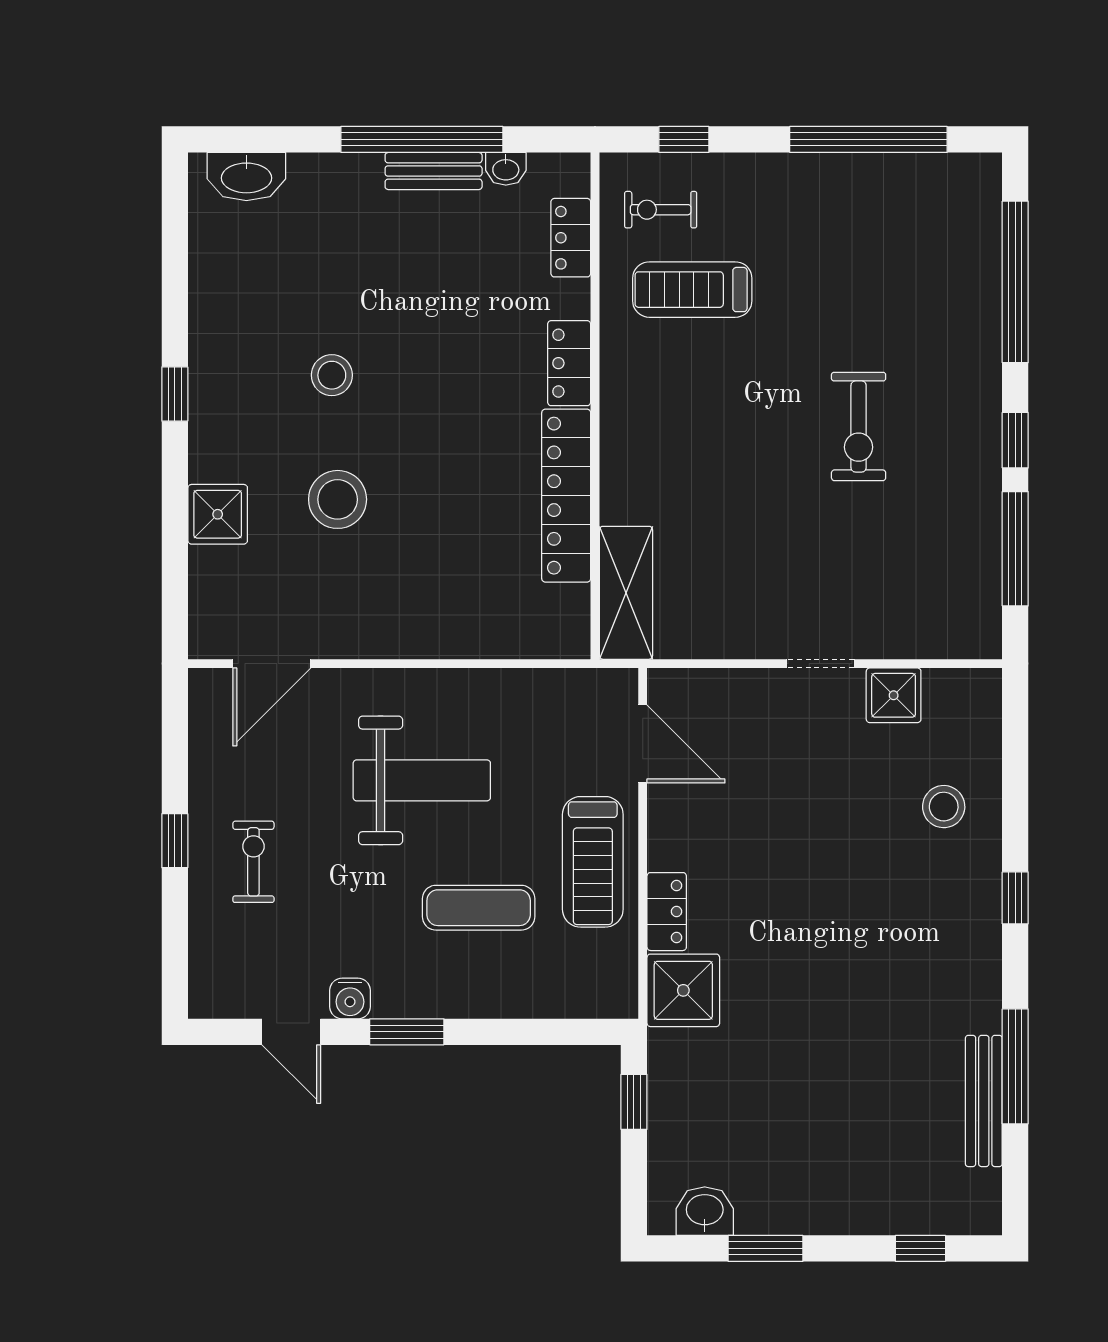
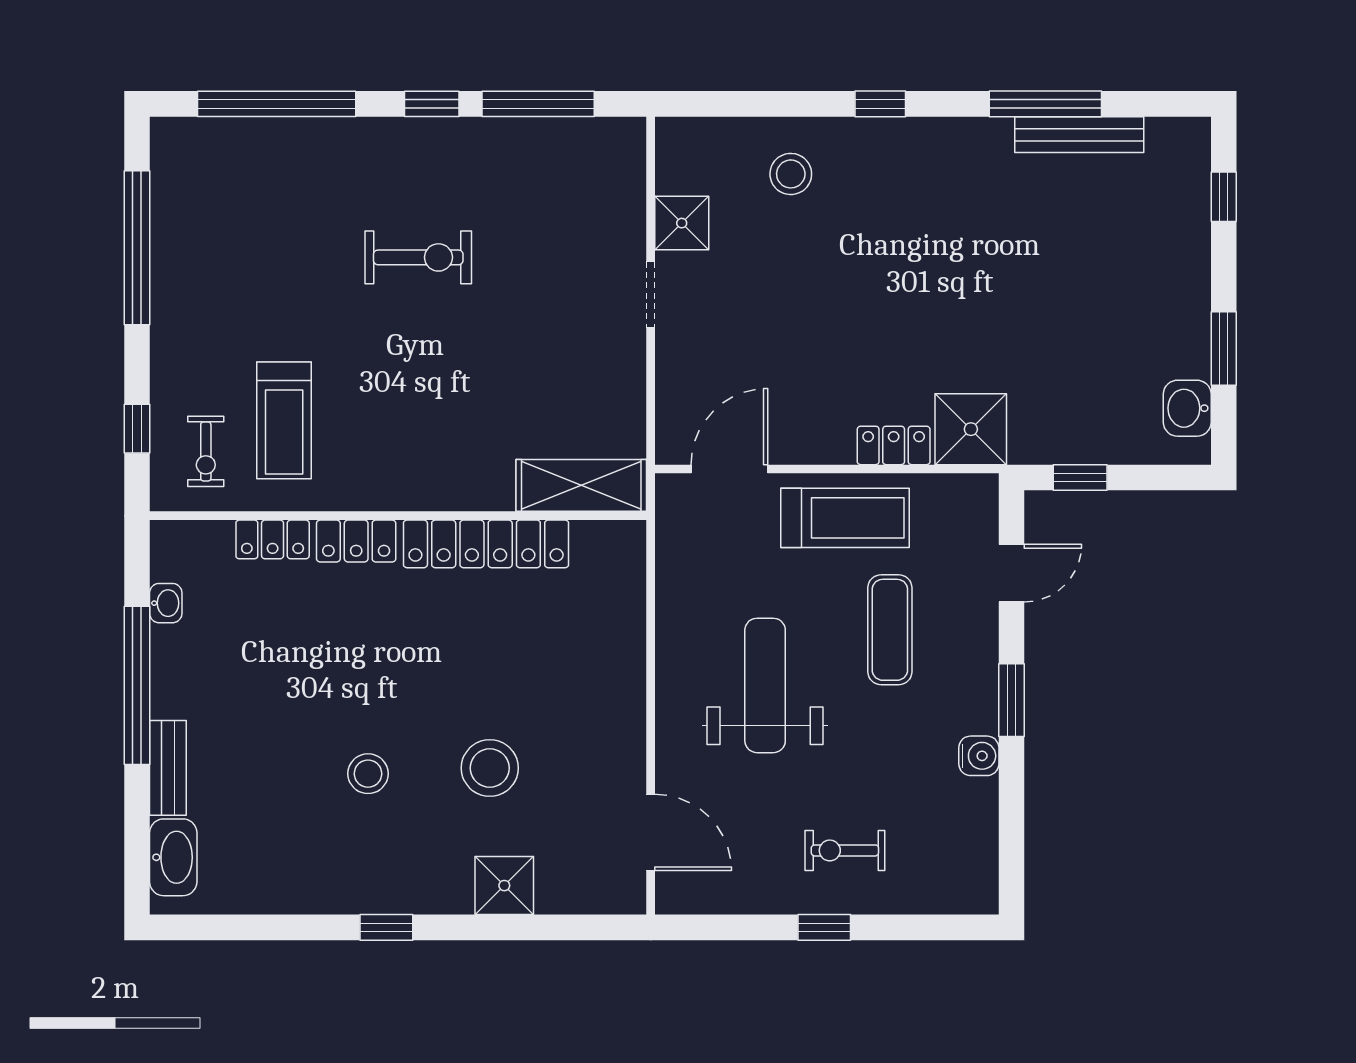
bench: (434, 171) -> (168, 768), moved
locker: (571, 238) -> (273, 539), moved
door: (291, 1032) -> (1011, 573), moved

